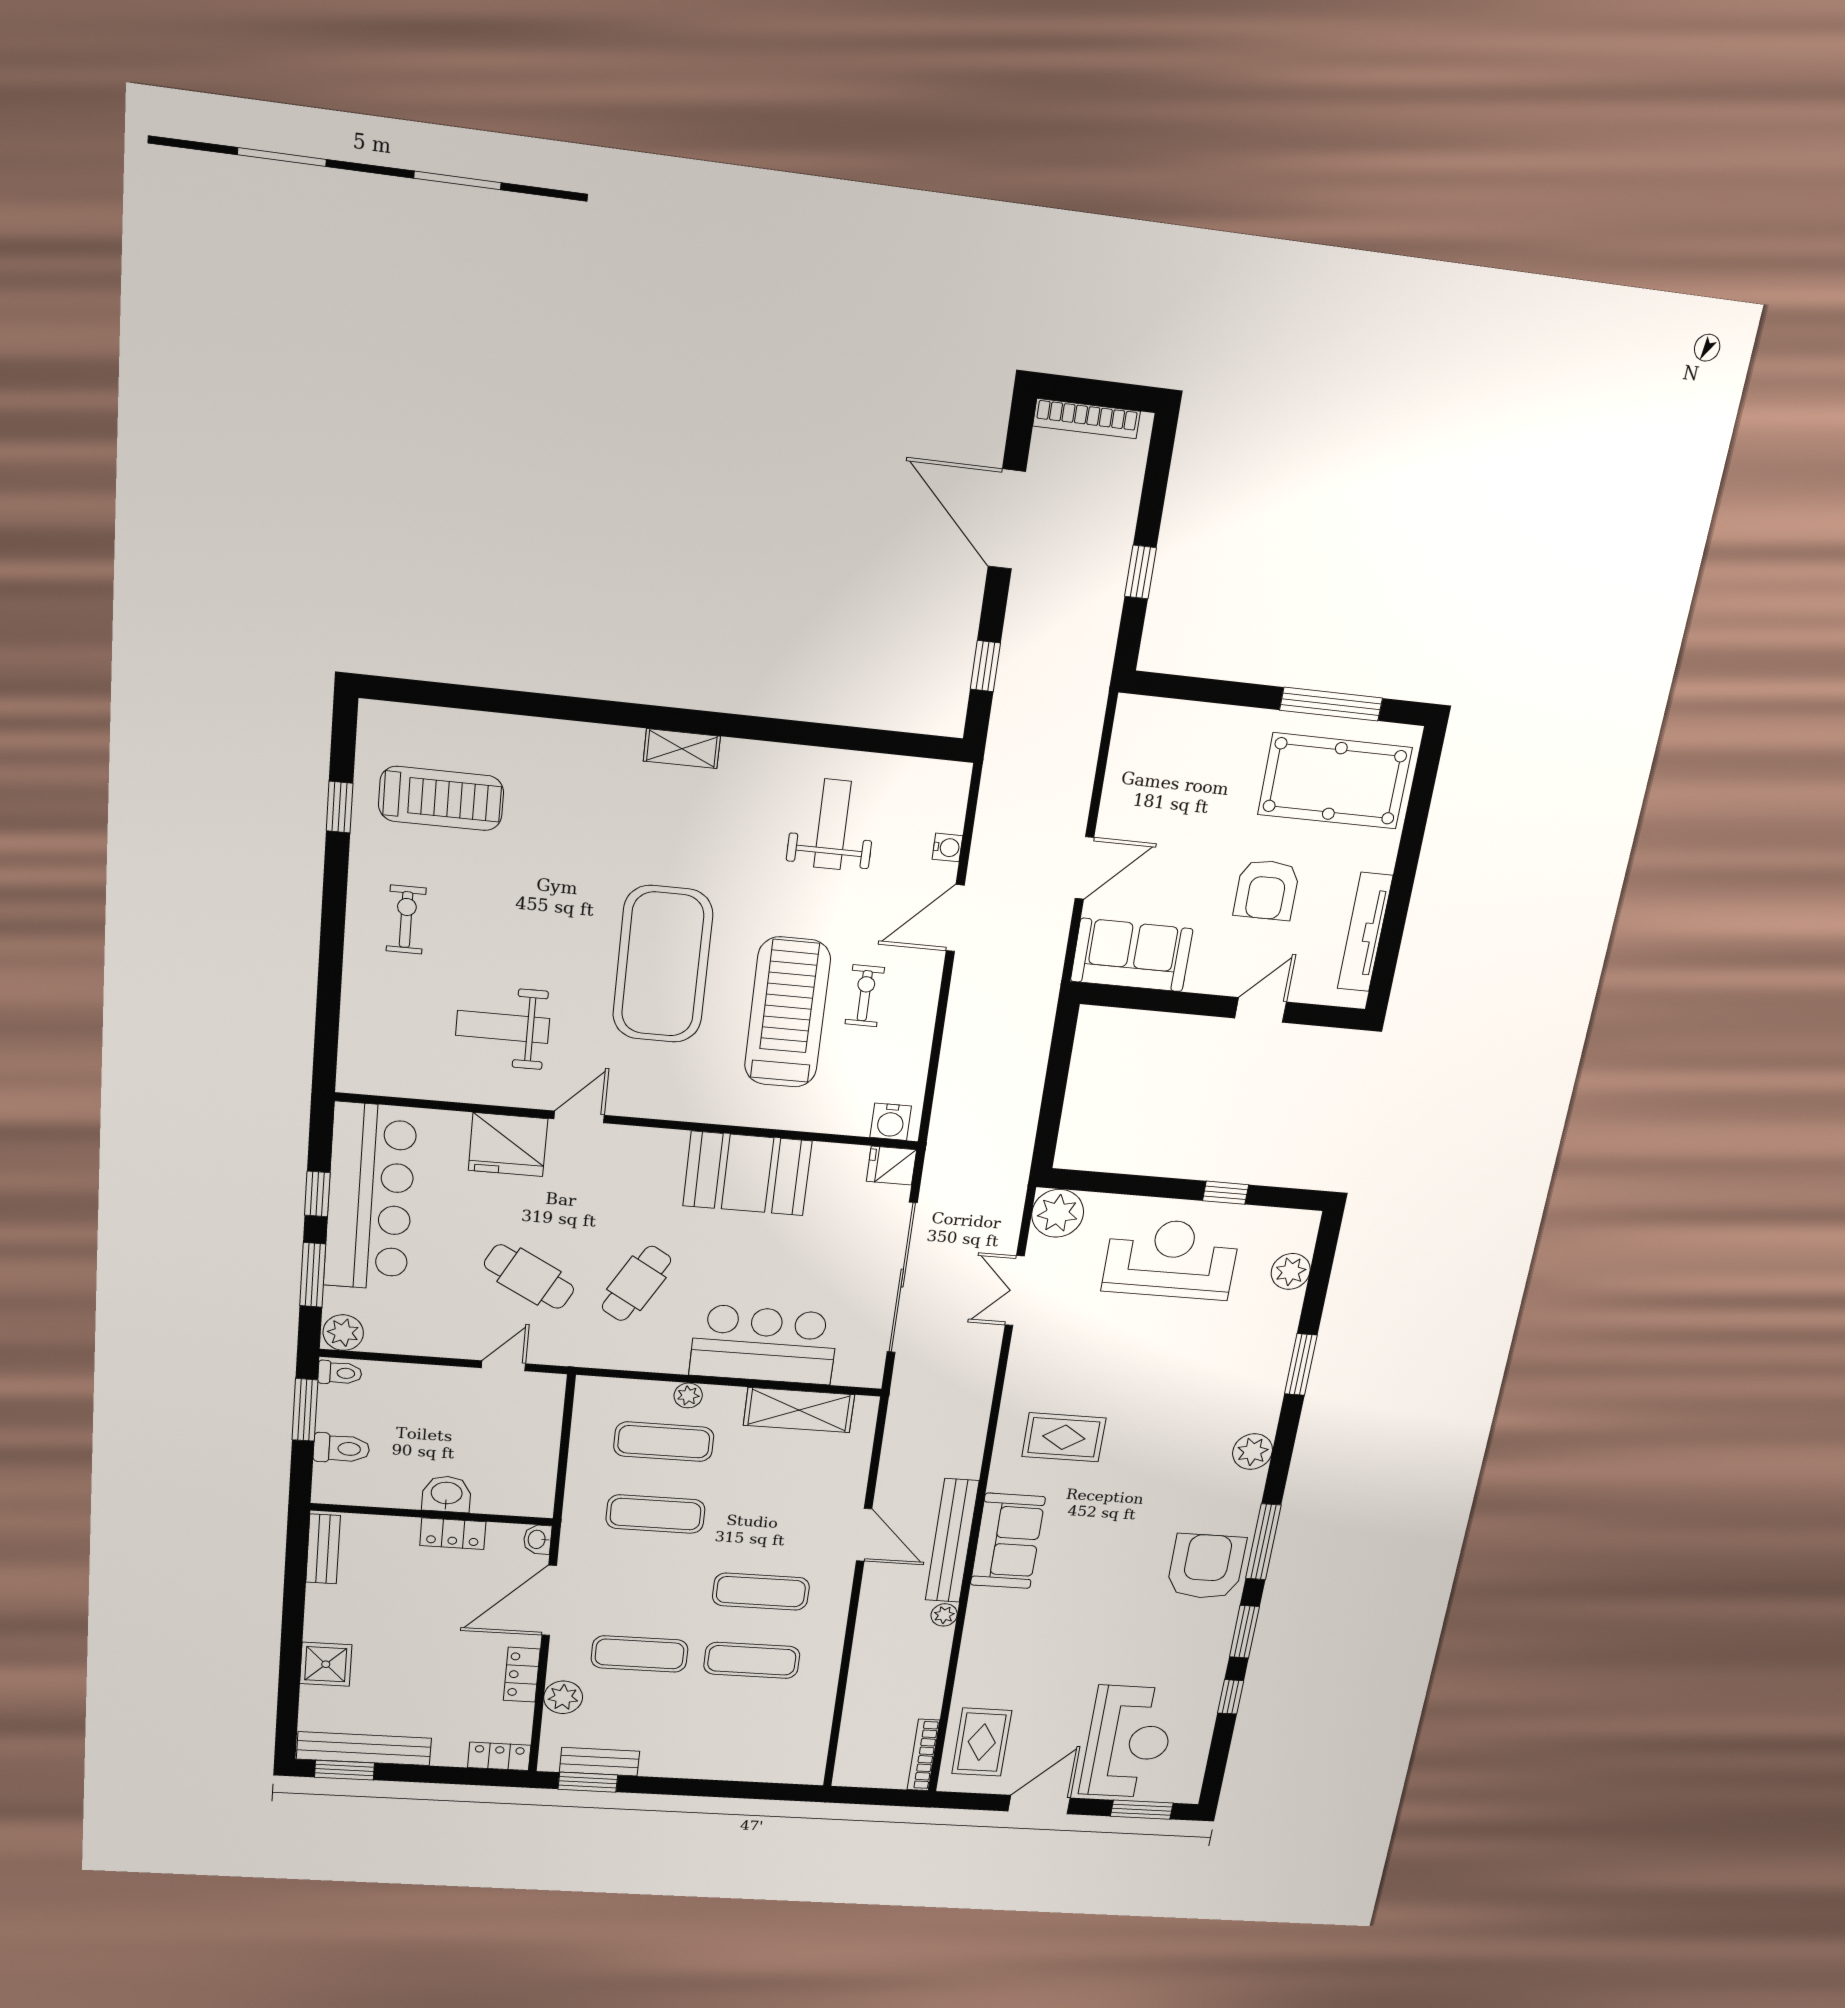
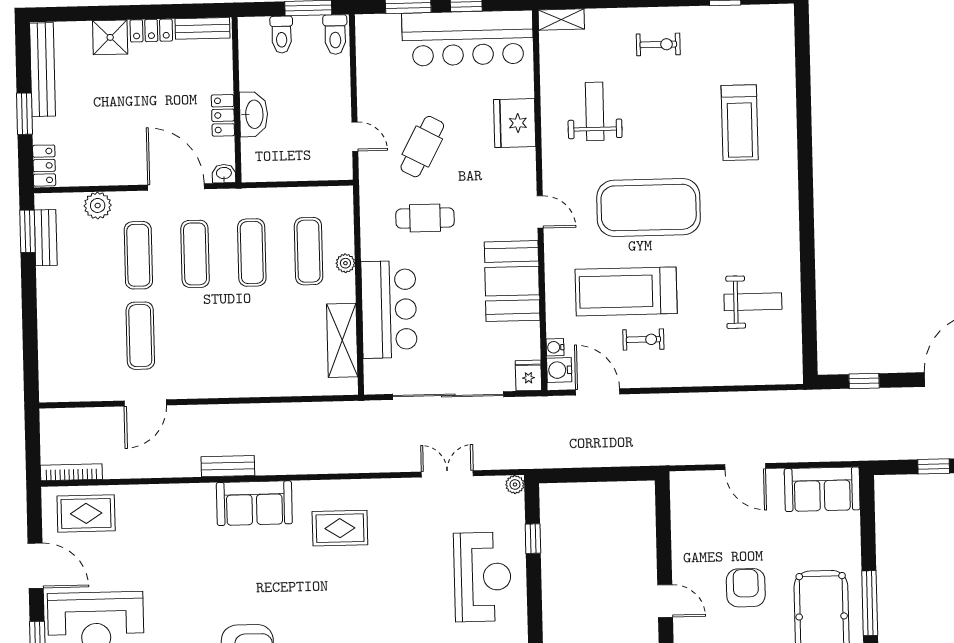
shelving: (682, 749) -> (561, 20), moved, turned 90
treadmill: (441, 798) -> (740, 123), moved
water cooler: (947, 847) -> (555, 347), moved, turned 90
armchair: (1267, 890) -> (746, 588), turned 90
door: (955, 918) -> (598, 392), moved
sofa: (1132, 955) -> (822, 489), moved, turned 90
treadmill: (787, 1013) -> (626, 291), turned 180
door: (579, 1117) -> (540, 212), moved
window: (1226, 1193) -> (533, 539), moved
plant: (1058, 1213) -> (515, 484), width x0.53, depth x0.53
cafe table: (636, 1283) -> (425, 218), turned -30
plant: (343, 1333) -> (368, 29), removed
toilet: (340, 1373) -> (335, 35), width x1.37, depth x1.39
rug: (1064, 1437) -> (340, 528), turned 90
washbasin: (447, 1494) -> (254, 114), width x1.38
door: (864, 1535) -> (145, 403), moved
bench: (952, 1541) -> (228, 466), width x0.54, depth x0.82
exercise mat: (761, 1592) -> (195, 254), moved
plant: (944, 1615) -> (190, 468), removed
locker: (522, 1675) -> (151, 30), moved, turned 180
window: (345, 1770) -> (25, 114), moved

